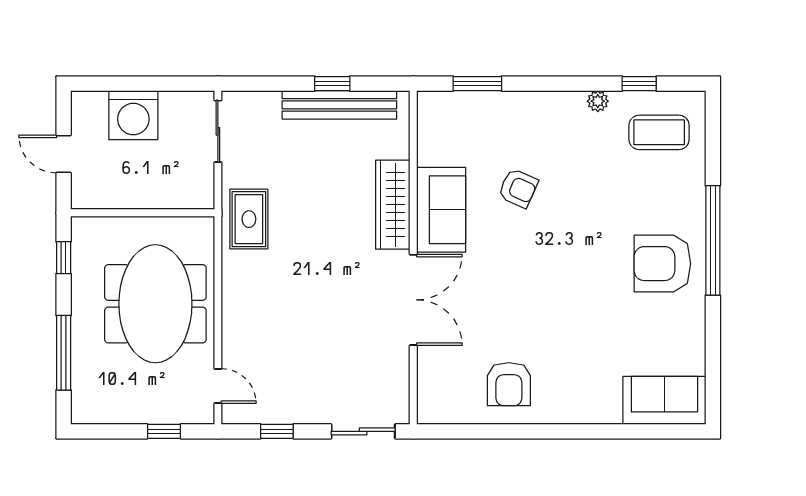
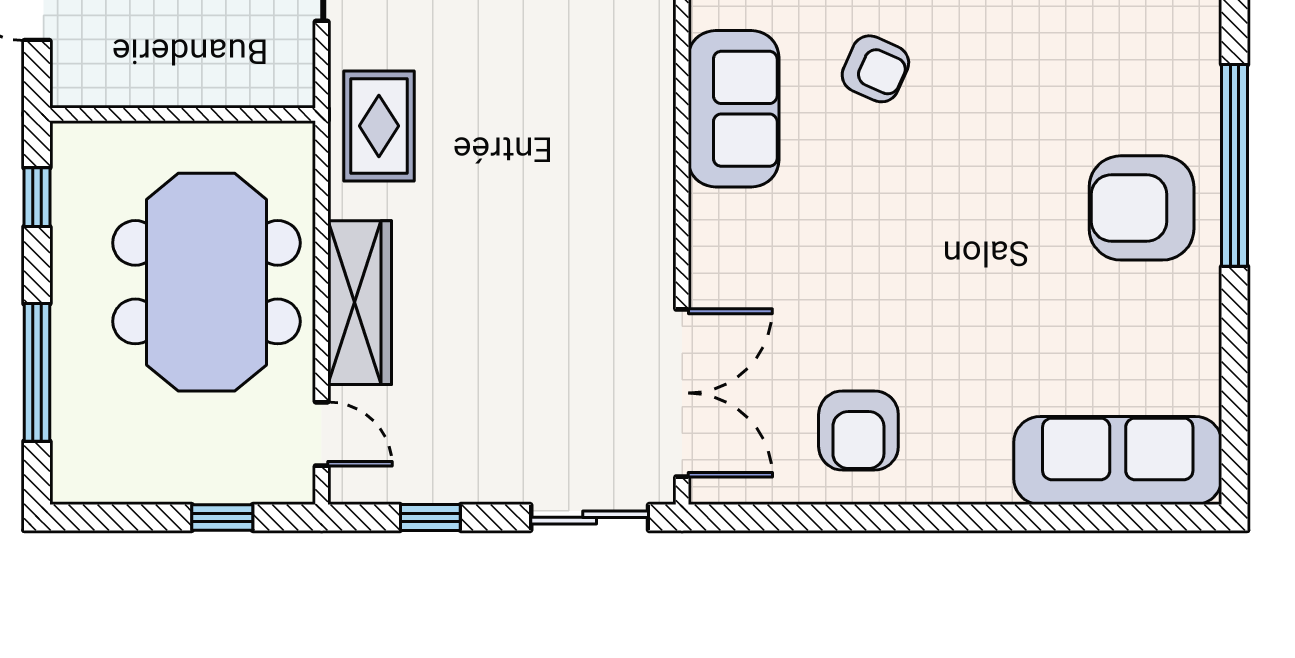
wardrobe: (393, 205) -> (360, 303), moved, turned 180
double door: (413, 300) -> (682, 393), moved
sofa: (664, 400) -> (1118, 460), width x1.36

